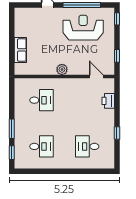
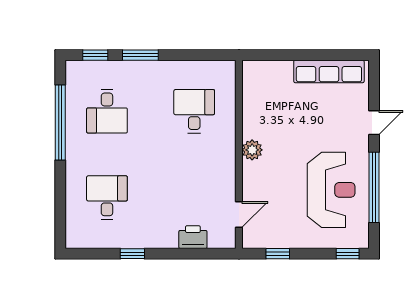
row of seats: (20, 50) -> (329, 71), moved, width x1.48
desk: (41, 100) -> (194, 111), turned 180
window: (47, 171) -> (60, 123), added

